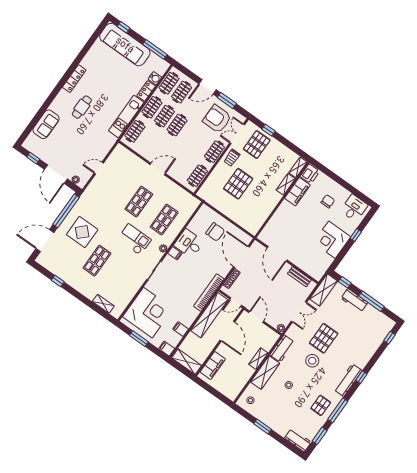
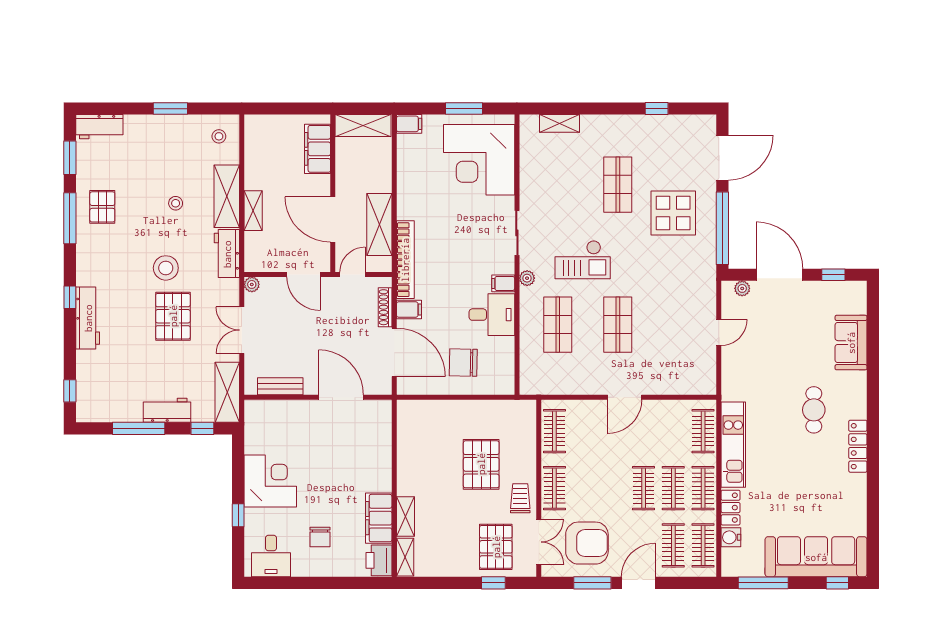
shelving: (209, 315) -> (379, 224), width x0.68
filing cabinet: (181, 329) -> (409, 310), moved
workbench: (348, 380) -> (88, 318), moved

